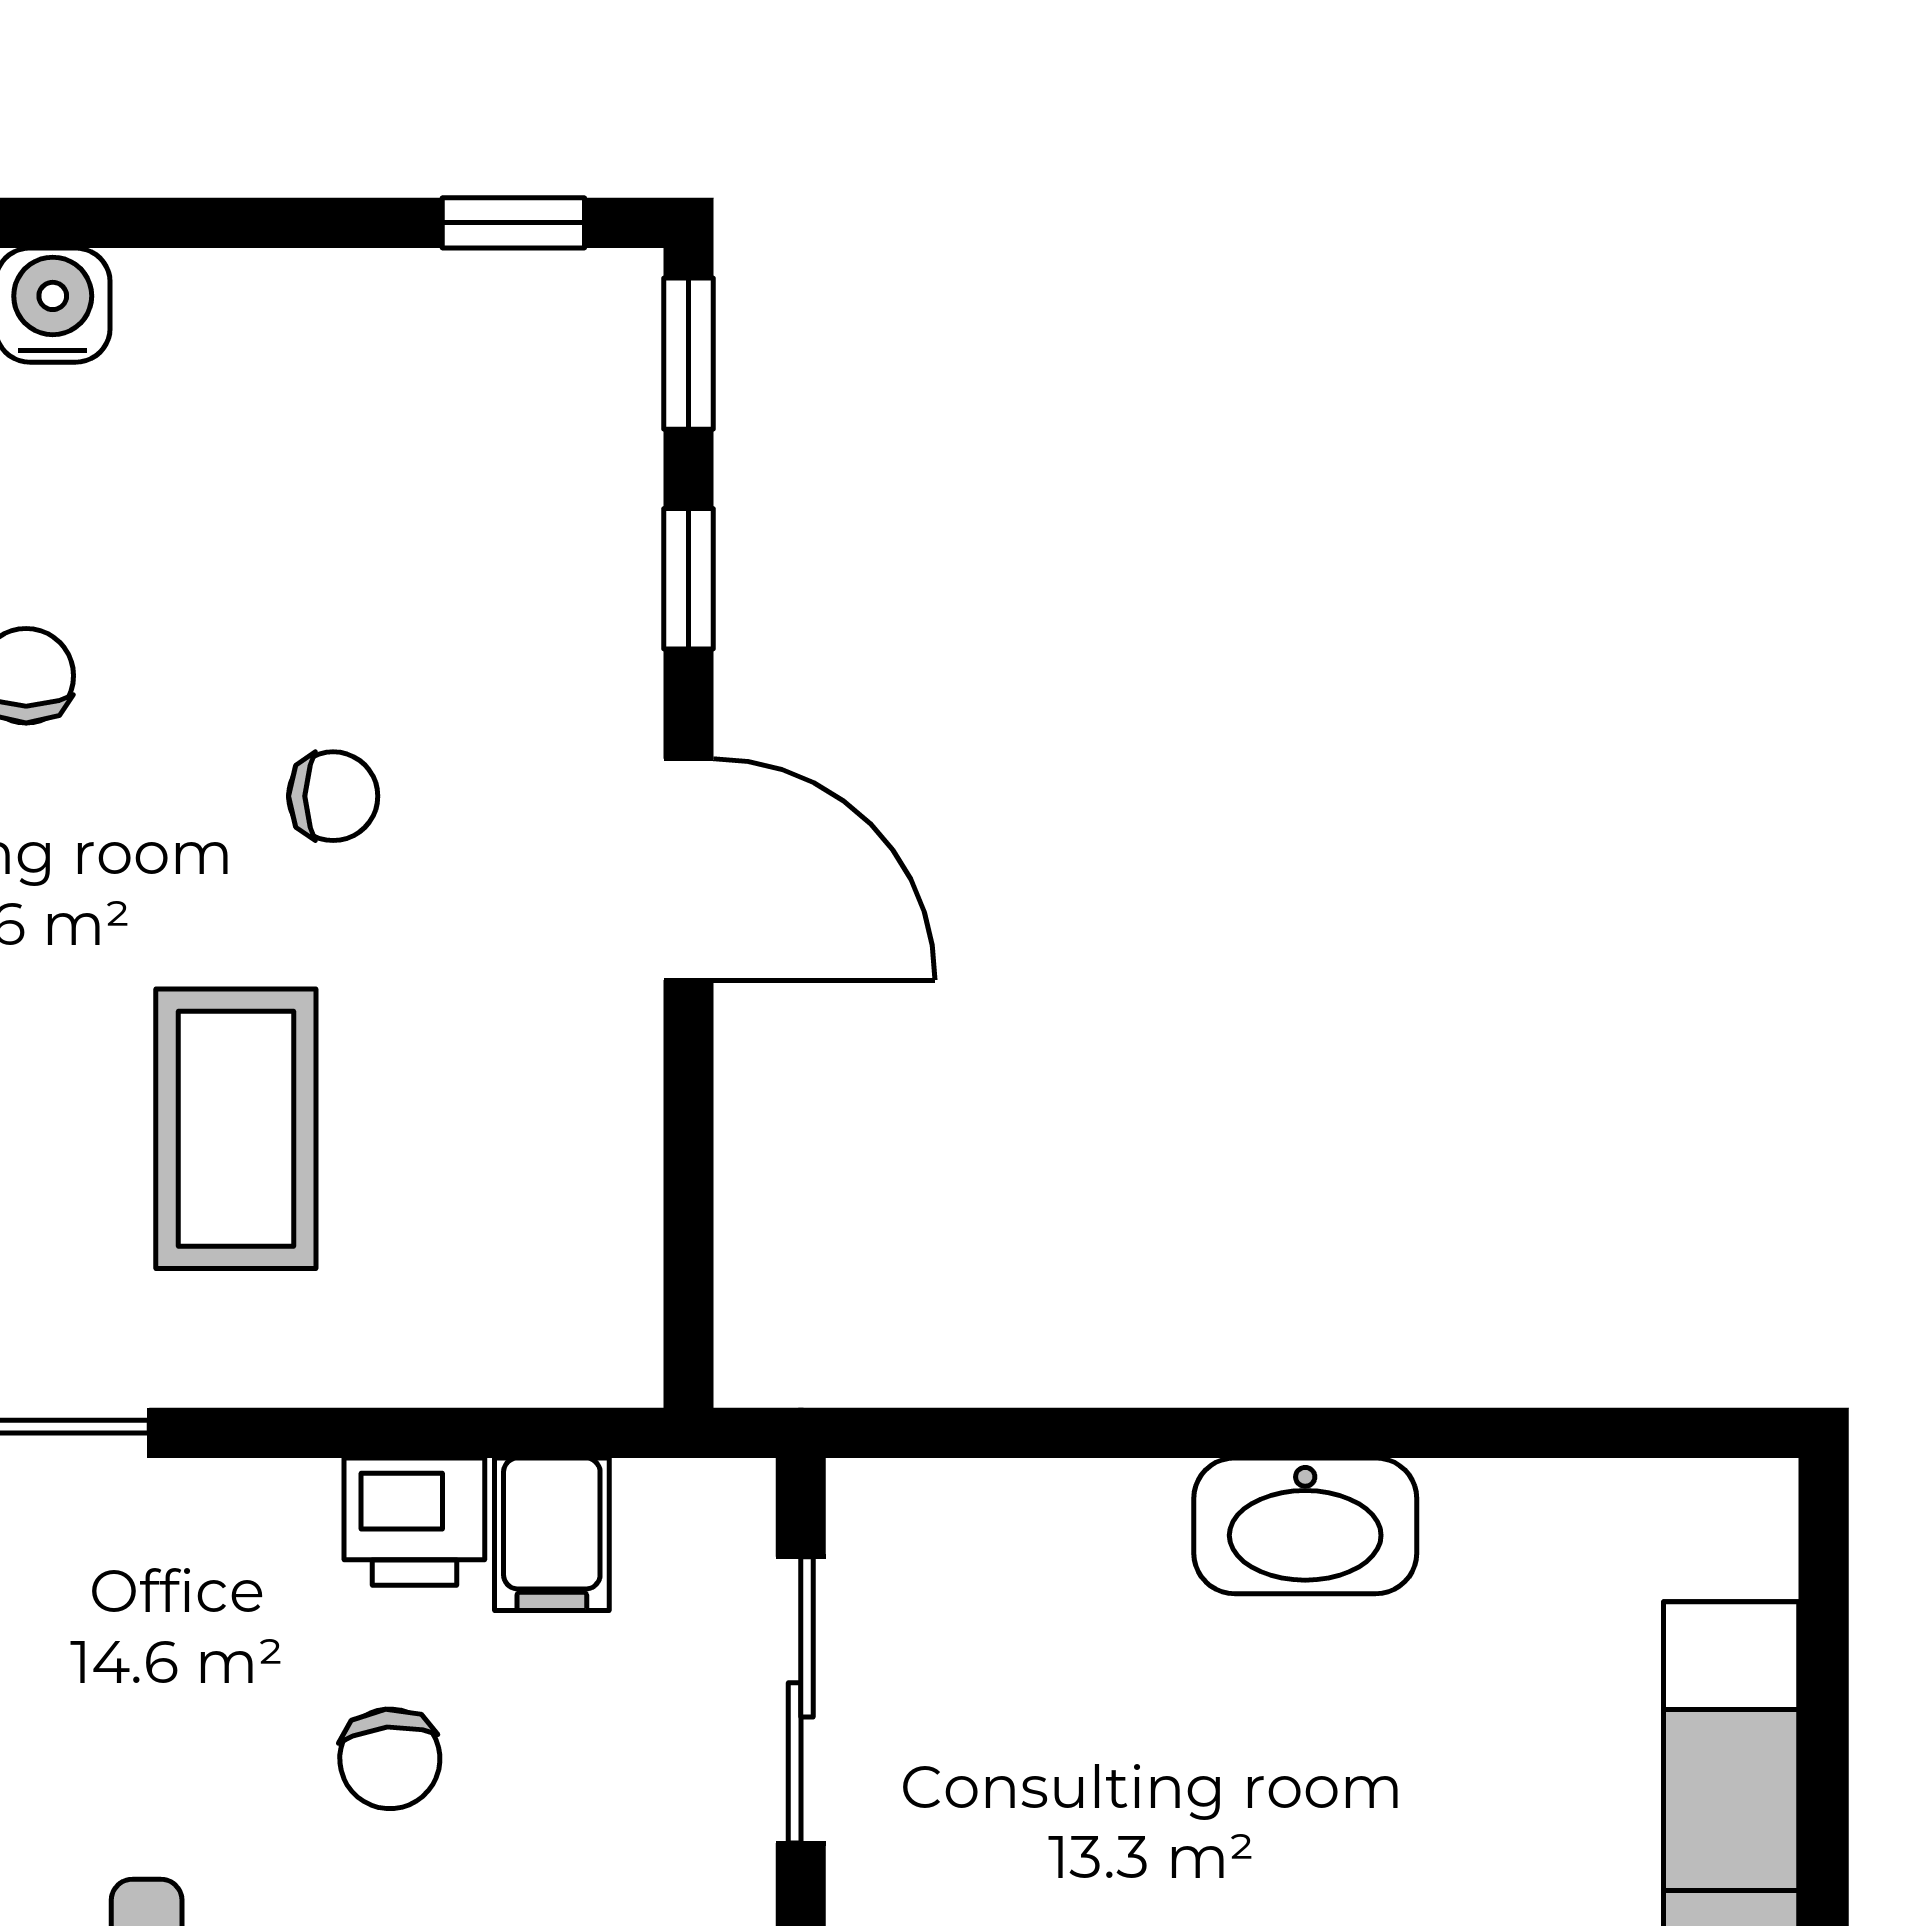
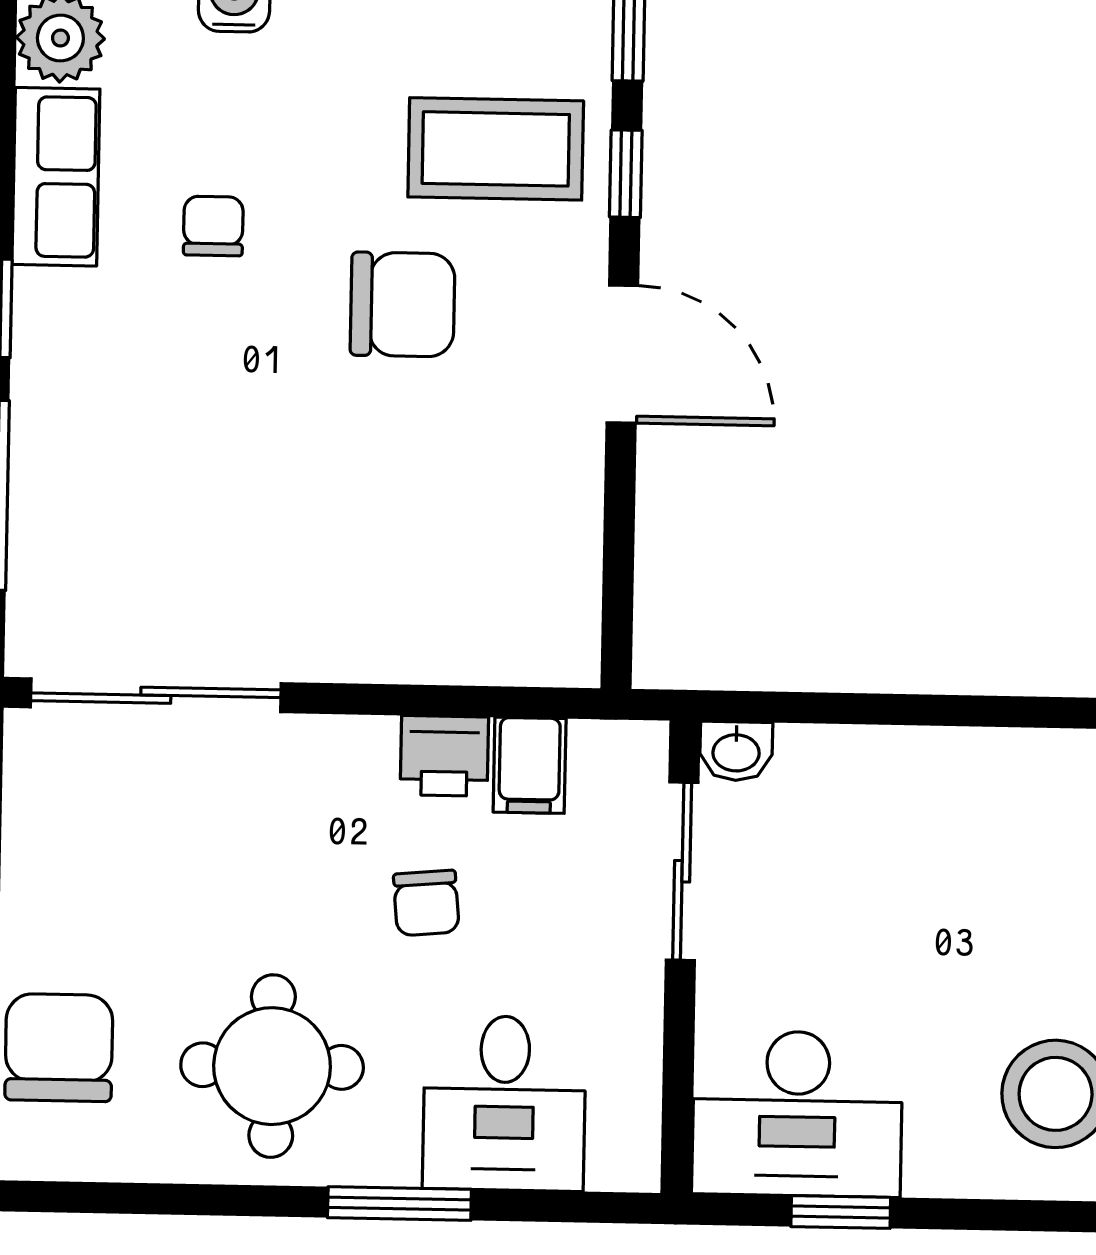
chair: (333, 796) -> (403, 304), width x1.87, depth x1.87
coffee table: (236, 1129) -> (496, 149), moved, turned 90
washbasin: (1305, 1526) -> (736, 751), moved, width x0.52, depth x0.69

